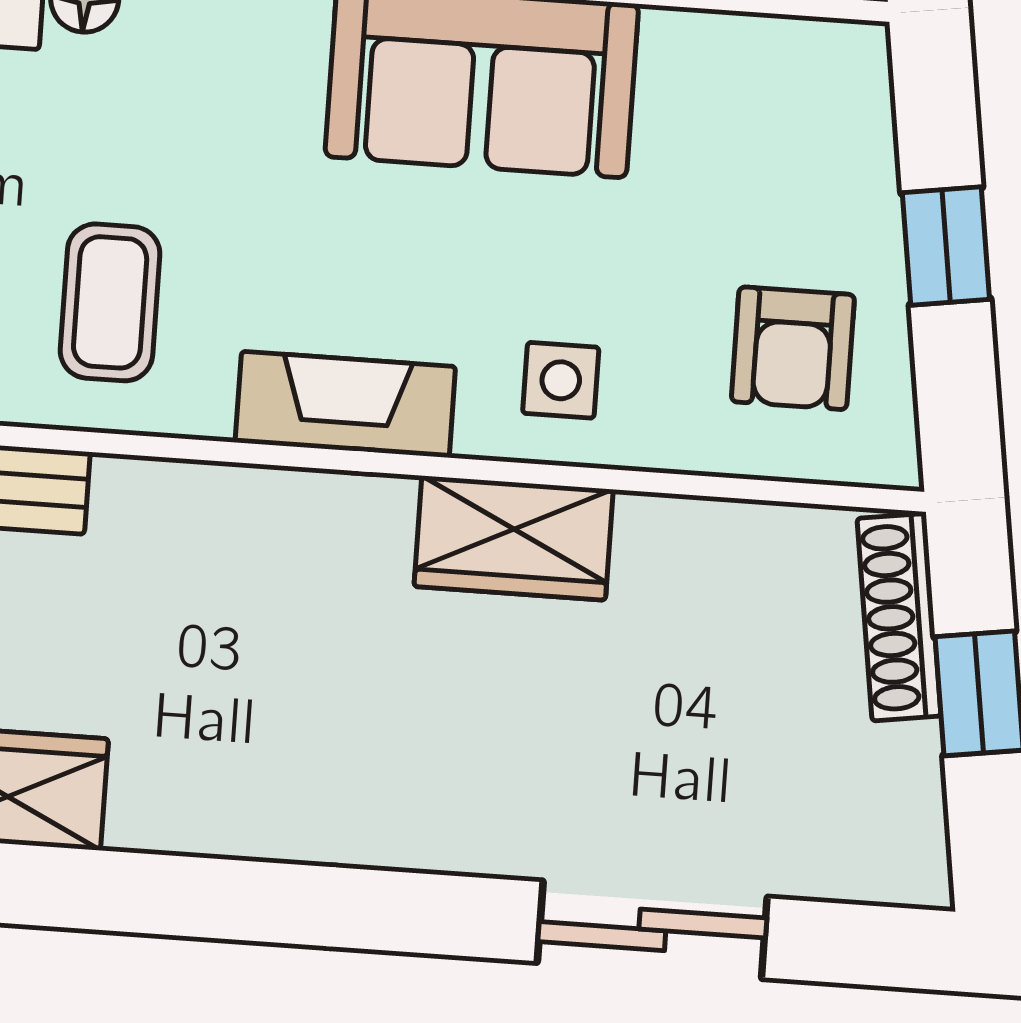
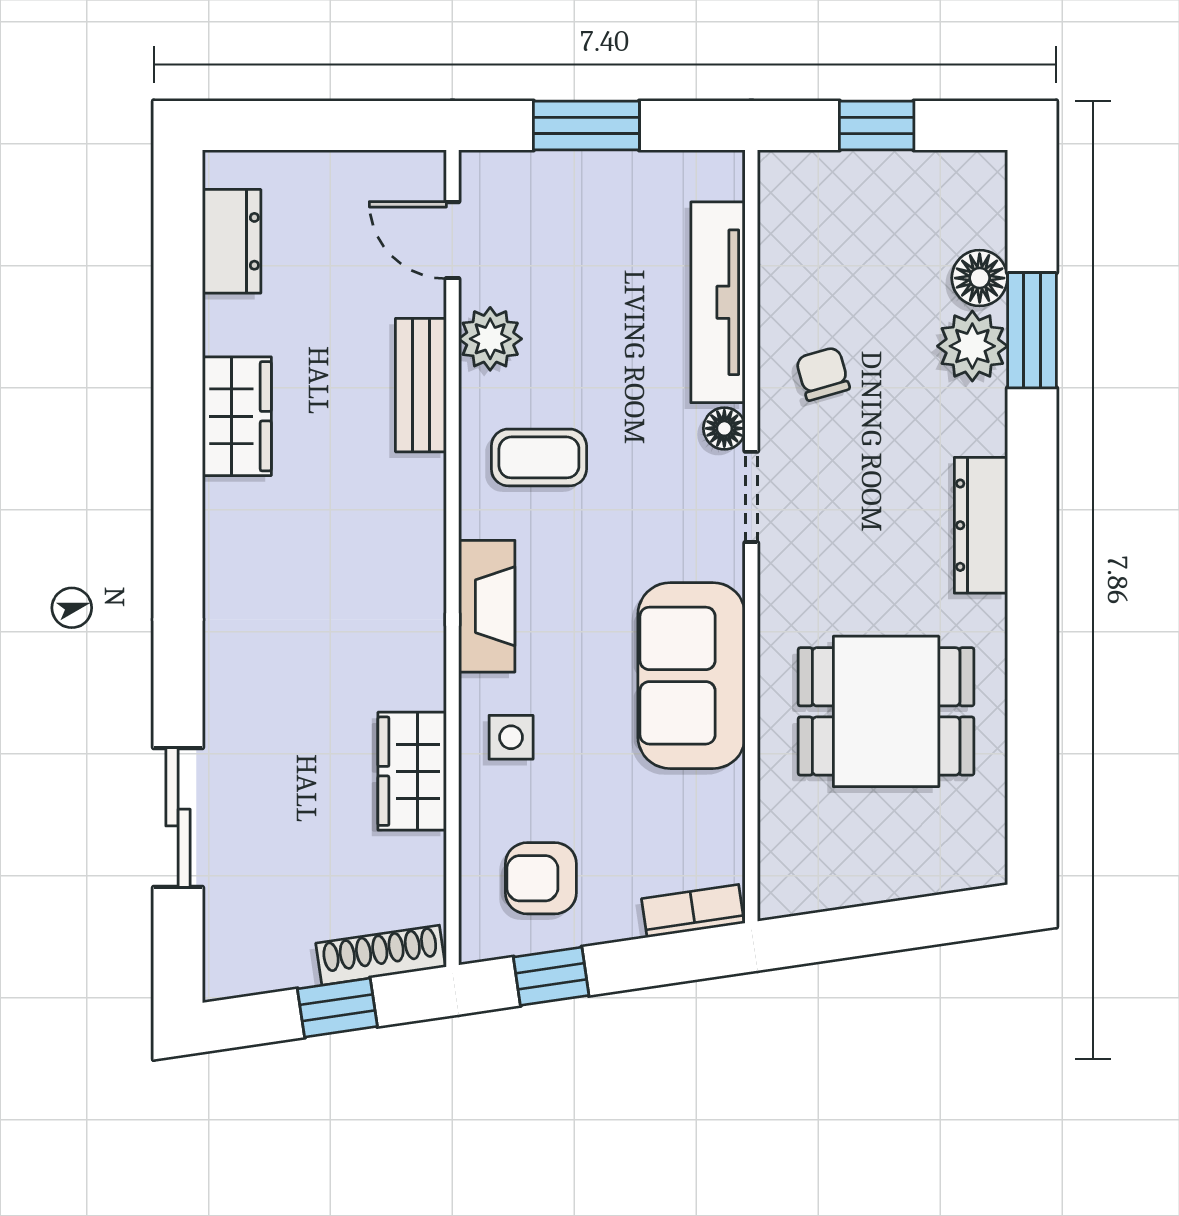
bookcase: (864, 105) -> (693, 911), added
window: (946, 246) -> (551, 976), moved
wardrobe: (514, 538) -> (412, 771), moved

